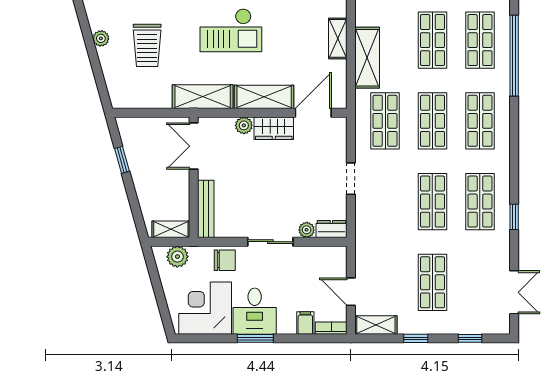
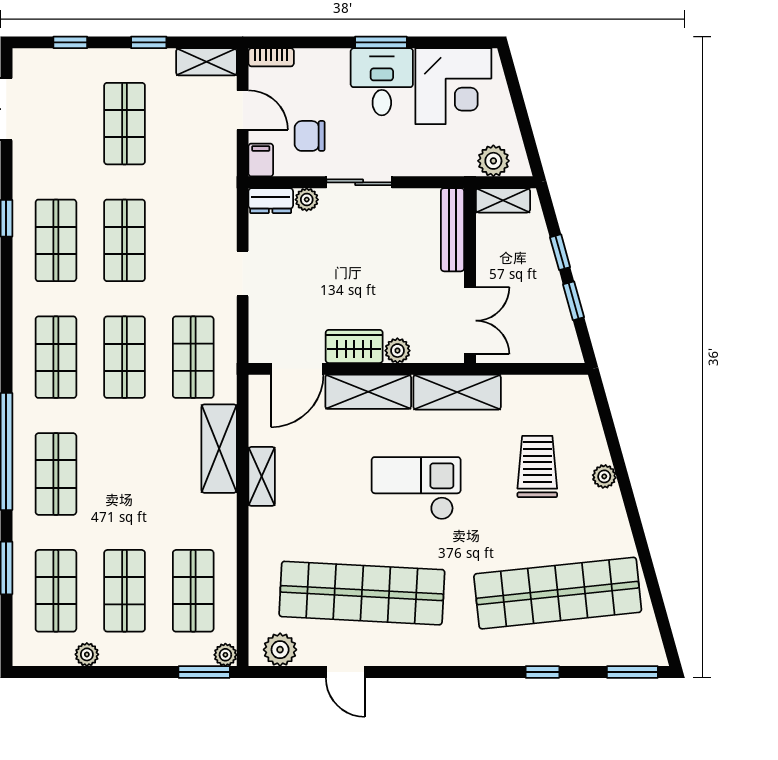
shop shelf: (432, 40) -> (125, 474), removed
window: (131, 193) -> (560, 252), added
chair: (225, 260) -> (310, 136), moved
filing cabinet: (305, 323) -> (261, 160), moved, turned 180

